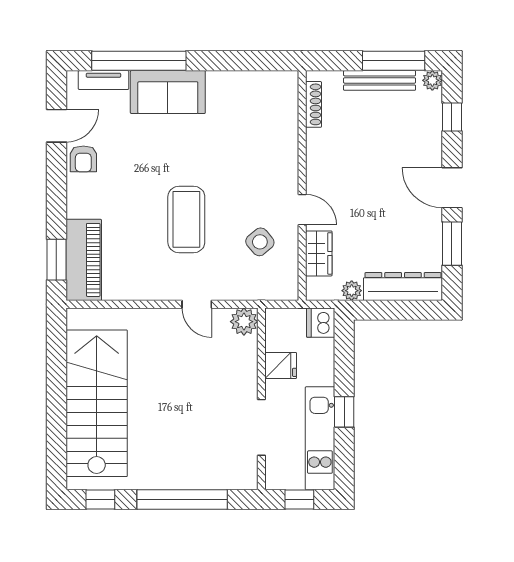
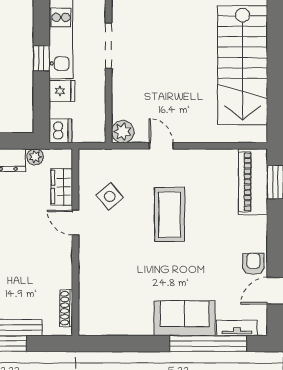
fridge: (281, 365) -> (62, 91), moved, turned 180

